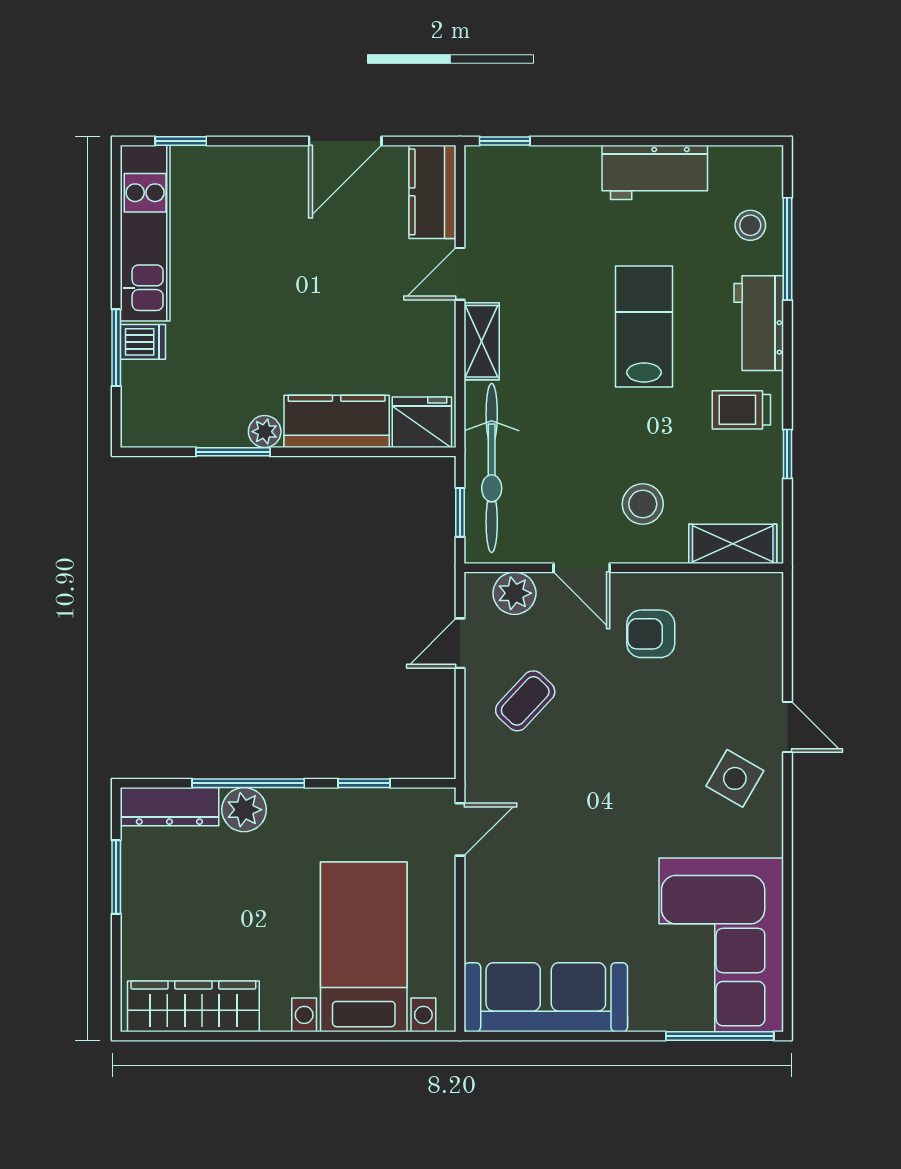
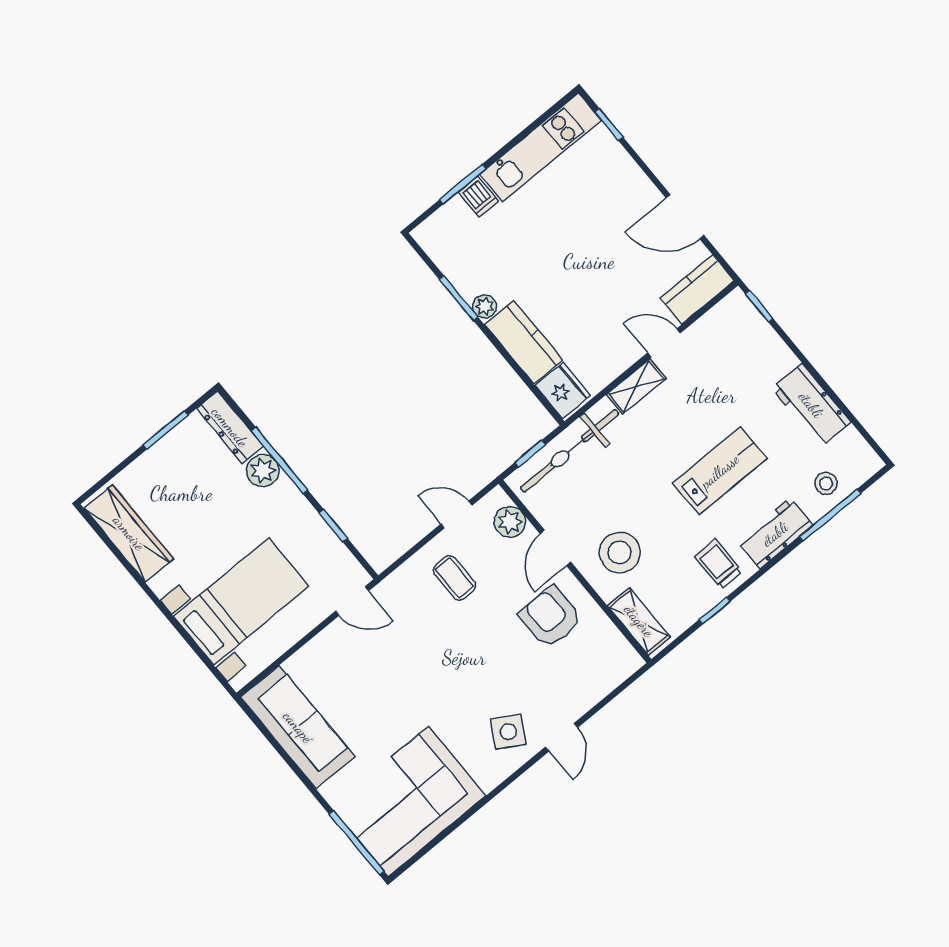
stool: (643, 504) -> (620, 552), width x1.38, depth x1.38
armchair: (651, 634) -> (550, 617), width x1.38, depth x1.38
coffee table: (525, 701) -> (454, 578), turned 47

